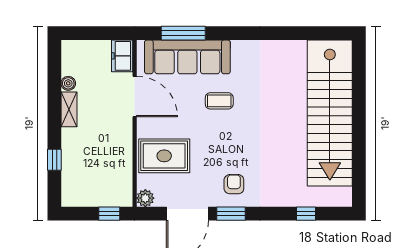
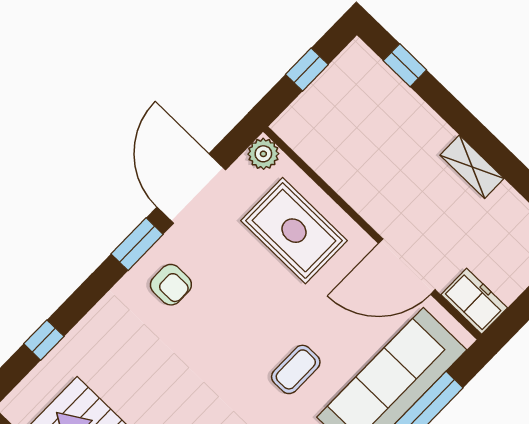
boiler: (68, 83) -> (506, 198), removed
rug: (164, 156) -> (294, 231), turned 90
window: (54, 160) -> (405, 65), moved
window: (109, 214) -> (307, 69), moved

